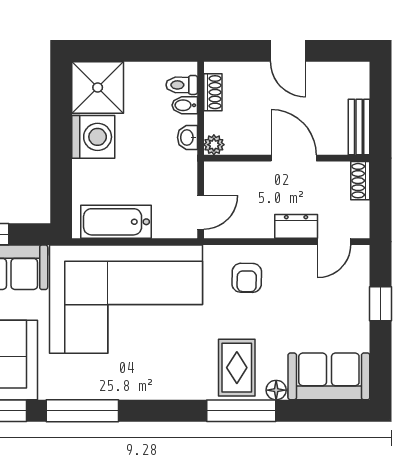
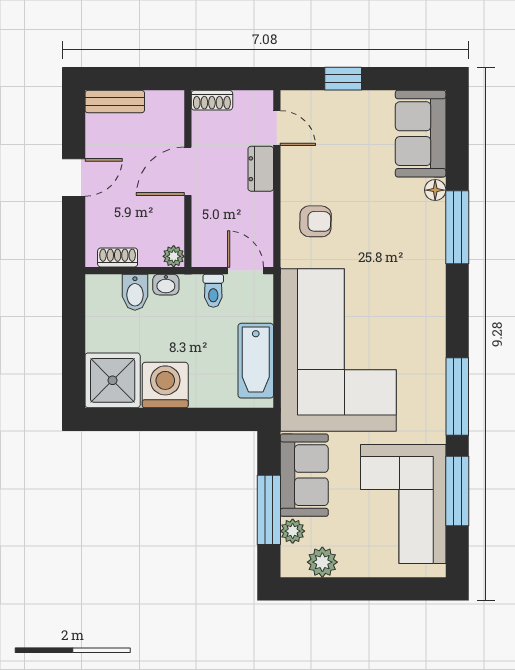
toilet: (182, 85) -> (213, 291), moved
bidet: (185, 105) -> (135, 292), width x1.38, depth x1.36
bench: (359, 127) -> (115, 102), moved
rug: (237, 368) -> (411, 232), removed

